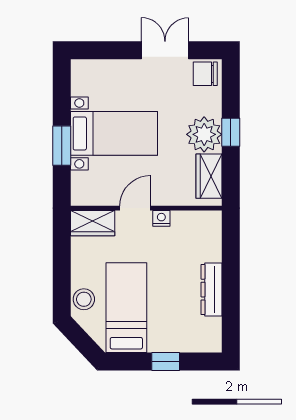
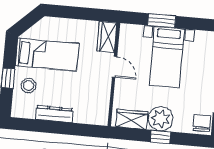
nightstand: (161, 218) -> (106, 84), removed
stool: (84, 299) -> (28, 86), moved

